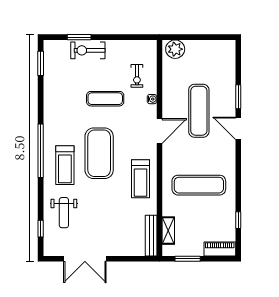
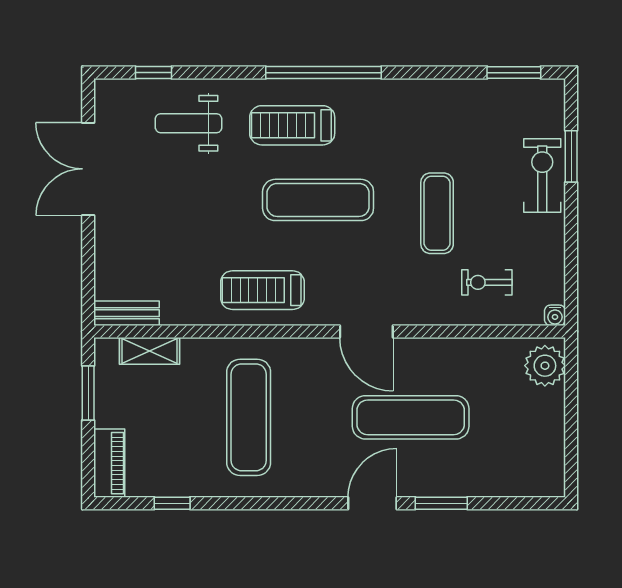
water cooler: (152, 99) -> (555, 315), moved
exercise mat: (99, 153) -> (318, 200), width x0.68
bench: (151, 236) -> (127, 313), width x0.73

